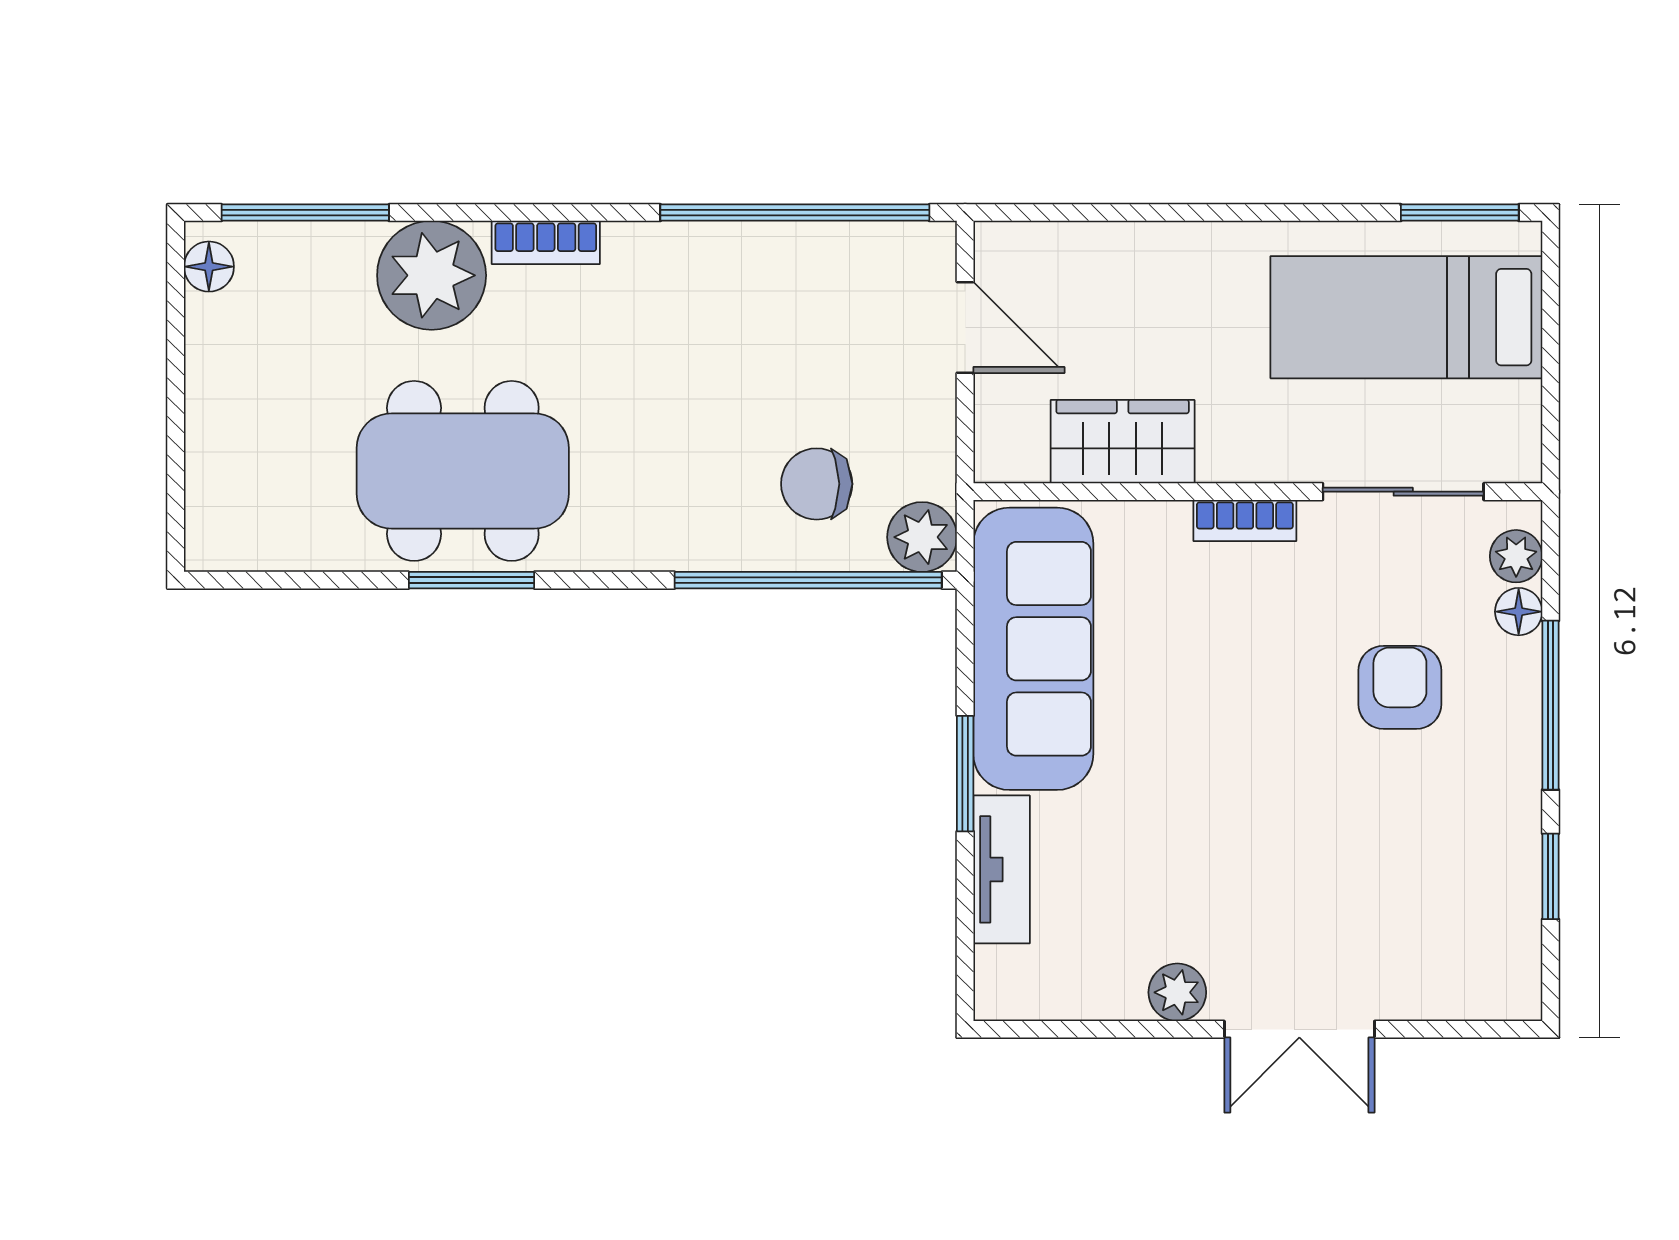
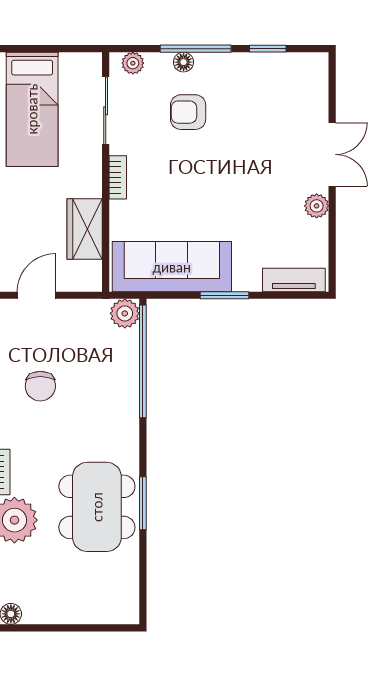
chair: (817, 484) -> (40, 386), moved
floor lamp: (1519, 612) -> (184, 62), moved
tv unit: (1002, 869) -> (294, 280), moved

